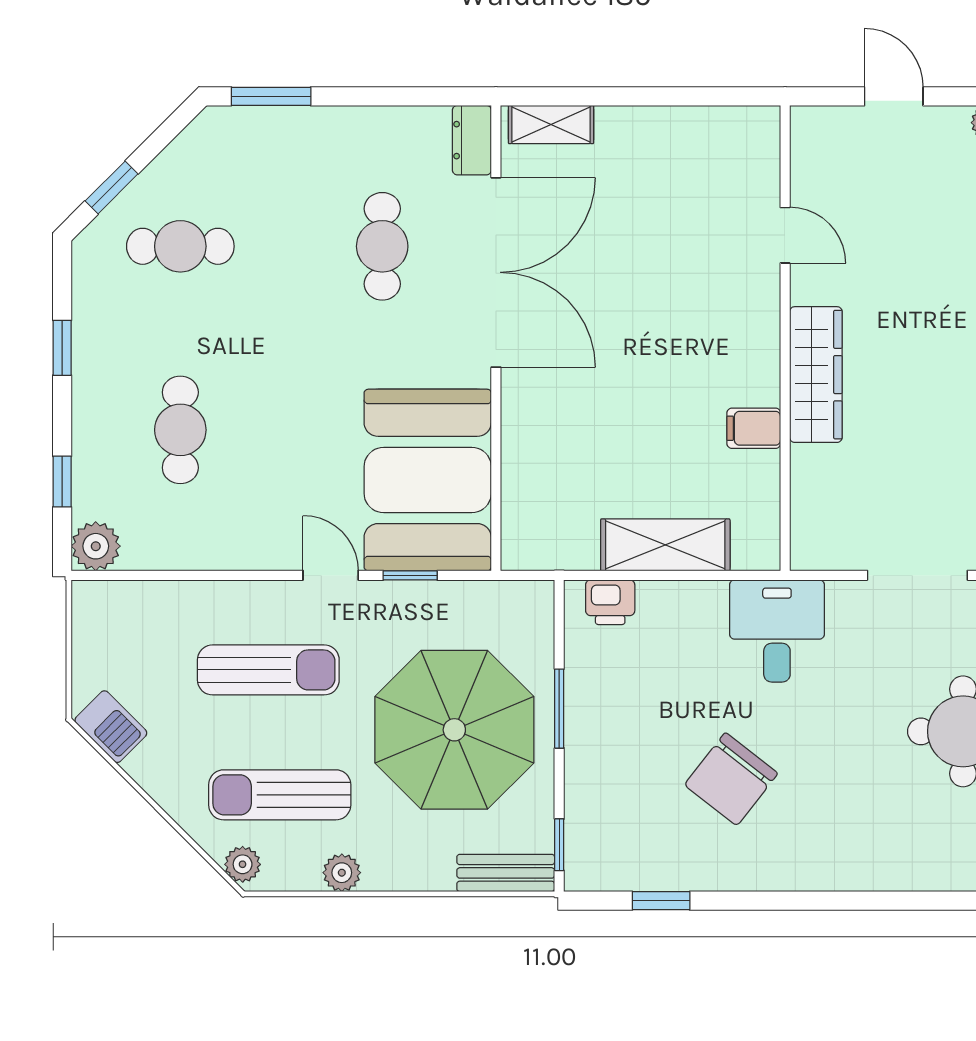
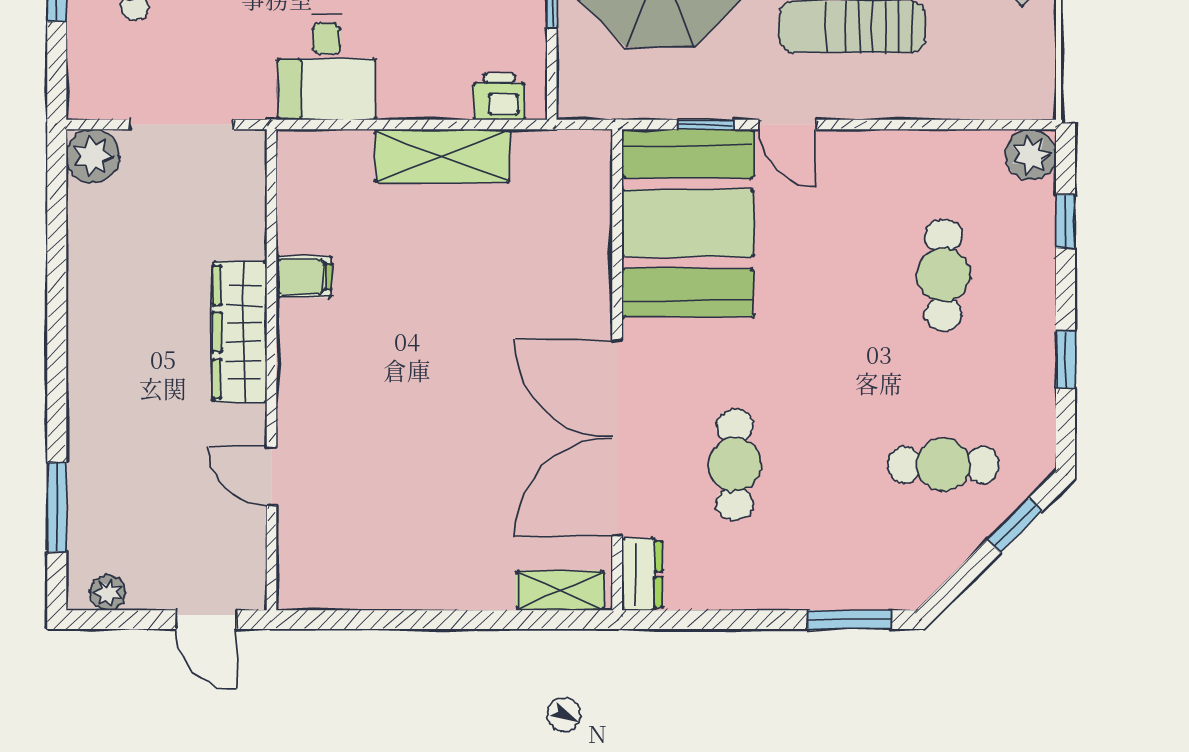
door: (785, 235) -> (272, 476), moved
wall: (785, 338) -> (272, 370), moved
wardrobe: (816, 375) -> (240, 332), moved
filing cabinet: (754, 428) -> (304, 277), moved

